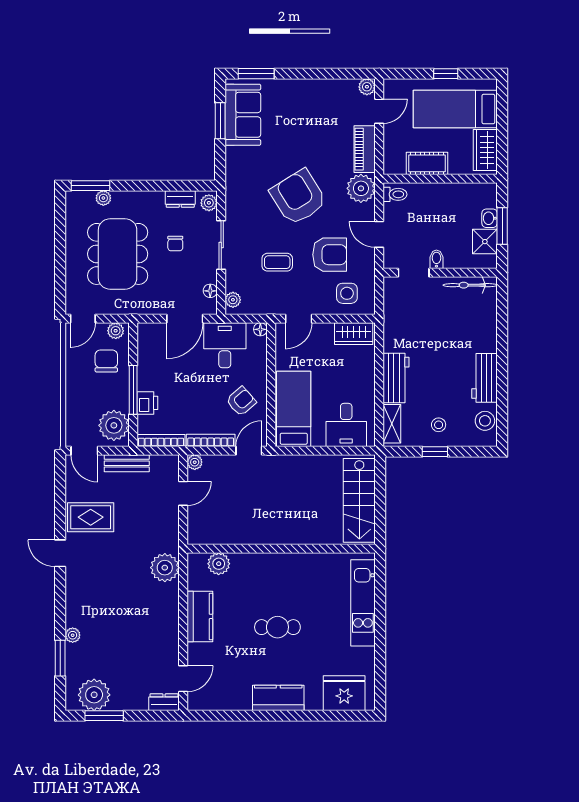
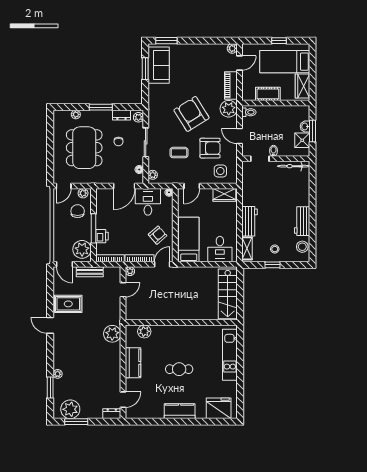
window: (90, 186) -> (101, 107), moved

